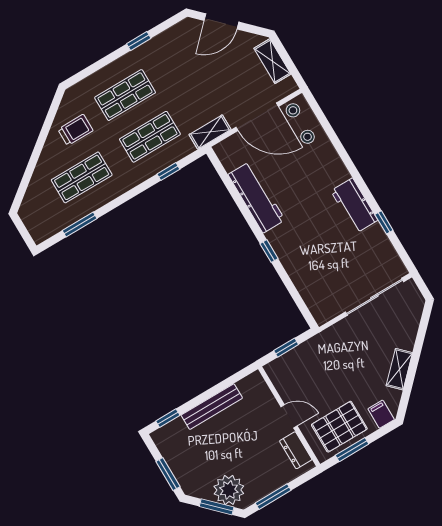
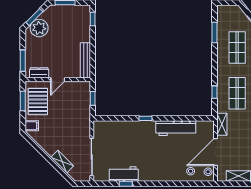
workbench: (354, 205) -> (124, 174), moved
shelving: (399, 369) -> (62, 162), moved
bench: (212, 407) -> (85, 60), moved
window: (273, 497) -> (23, 61), moved

